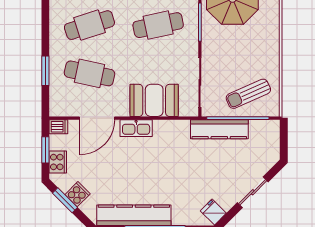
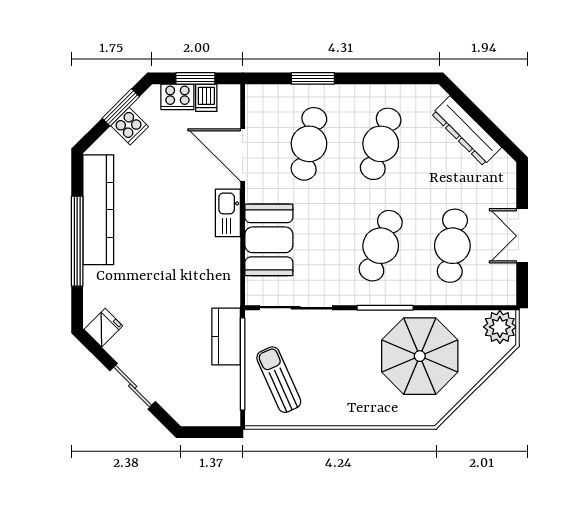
cafe table: (89, 25) -> (381, 144), turned 36
cafe table: (158, 25) -> (381, 246), turned 33
dishwasher: (58, 127) -> (206, 98), moved
kitchen counter: (219, 129) -> (226, 336), width x0.67

